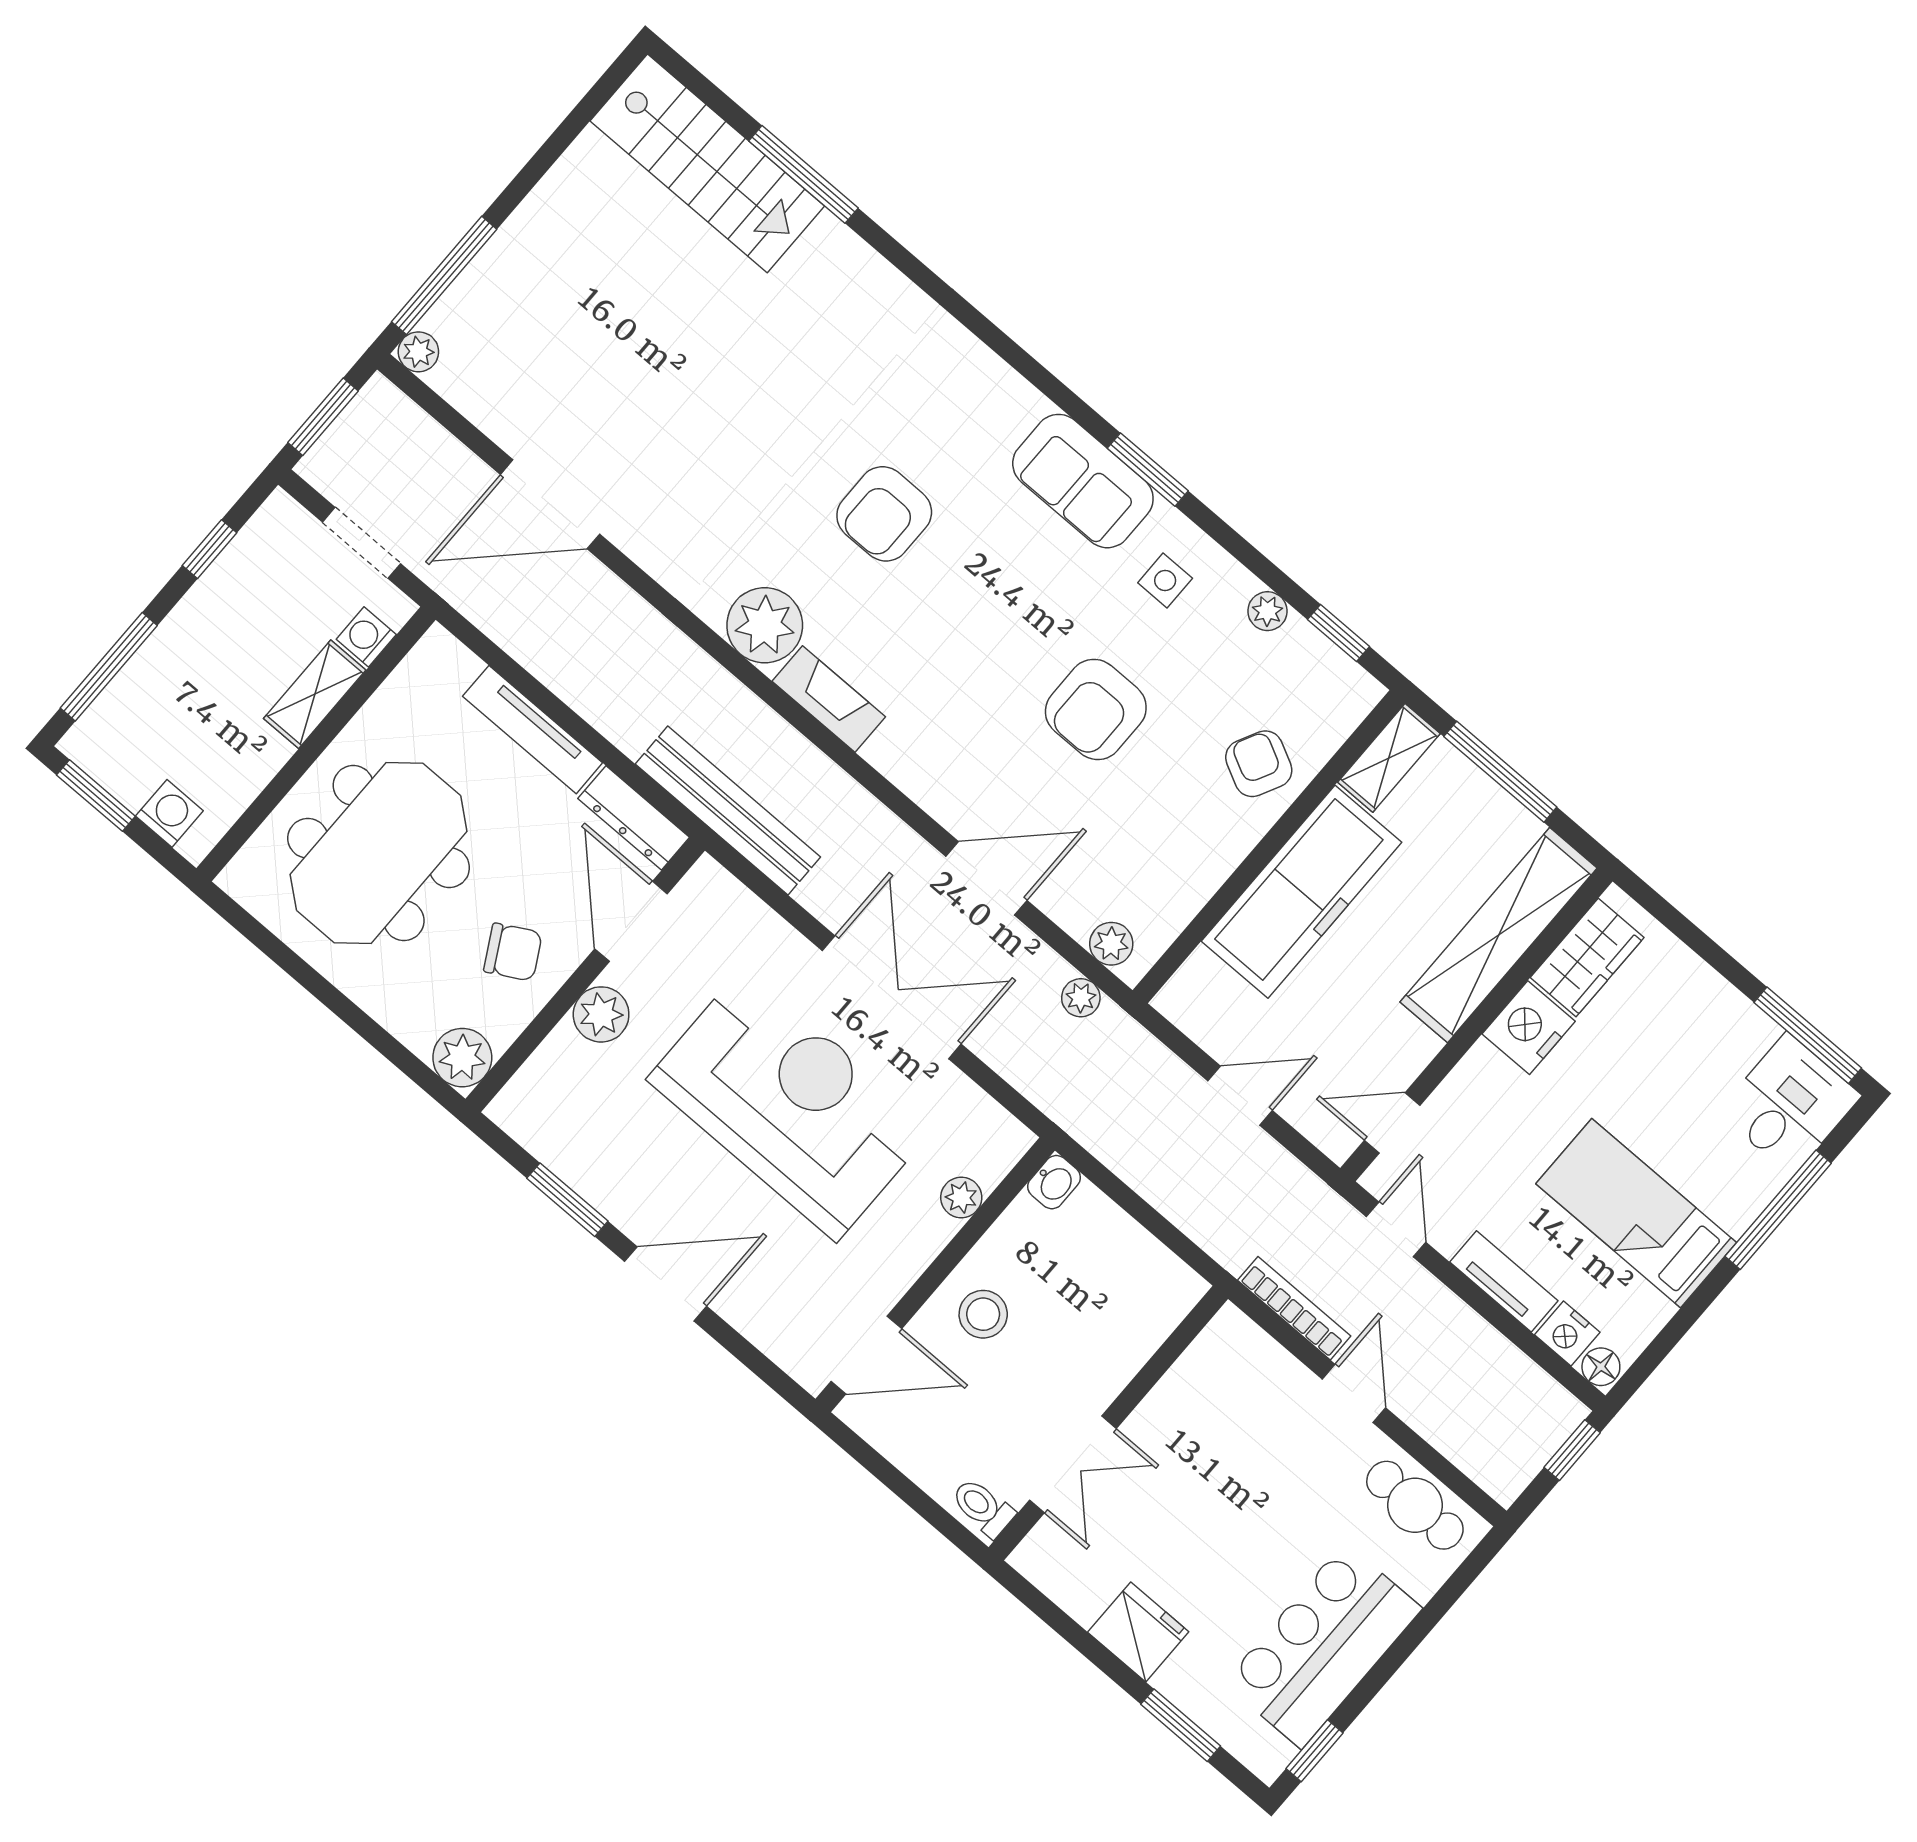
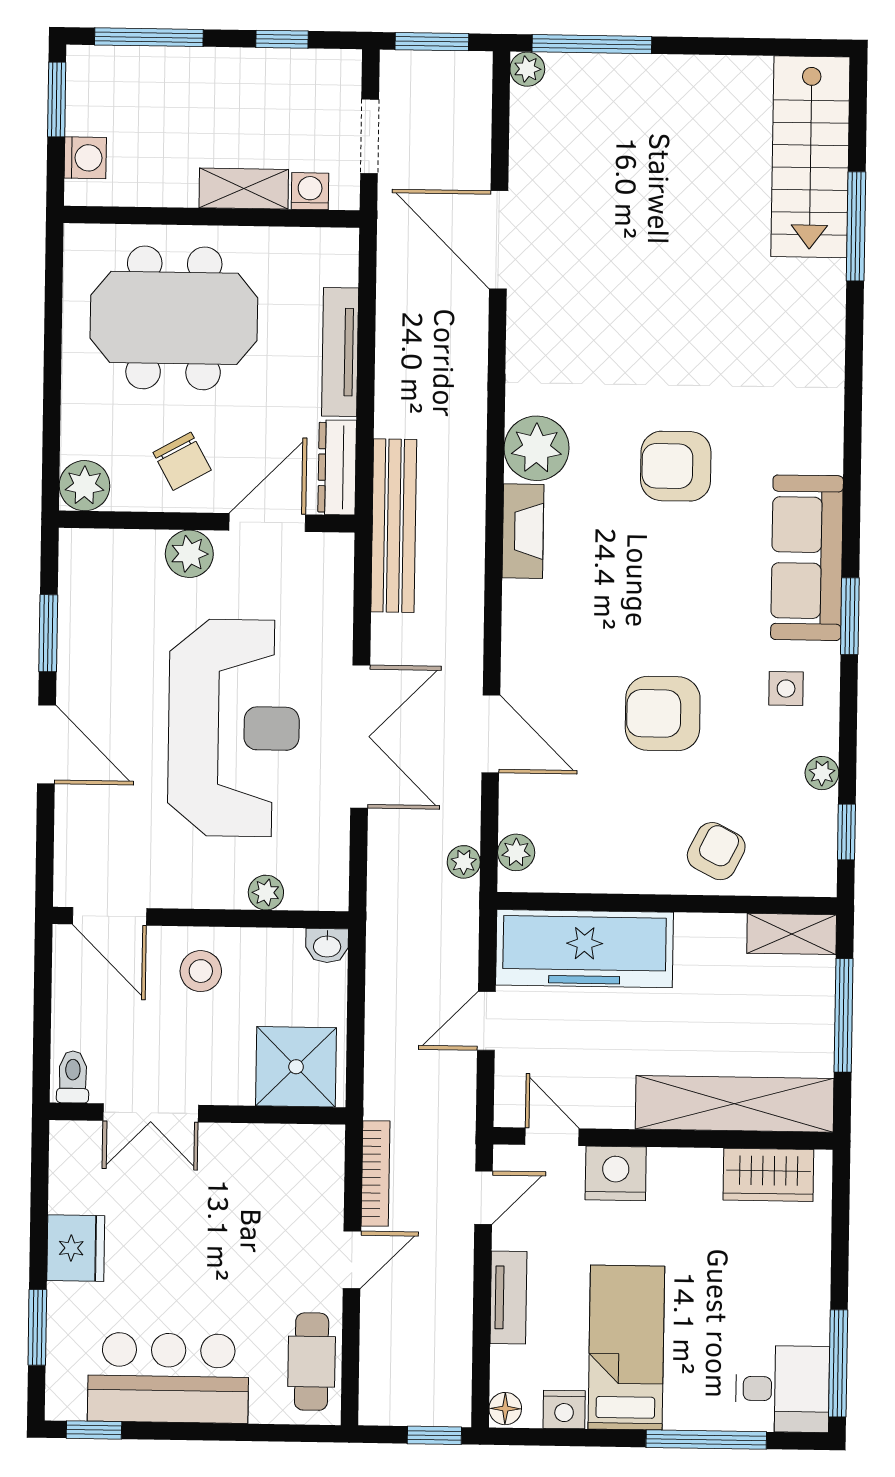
sofa: (1083, 481) -> (807, 558), width x1.36
freezer: (1302, 892) -> (585, 949), moved
nightstand: (1529, 1028) -> (616, 1173), moved
door: (1240, 1096) -> (486, 1021), swing flipped
shower: (1139, 1300) -> (296, 1067), added
nightstand: (1567, 1334) -> (564, 1410), moved, turned -90

